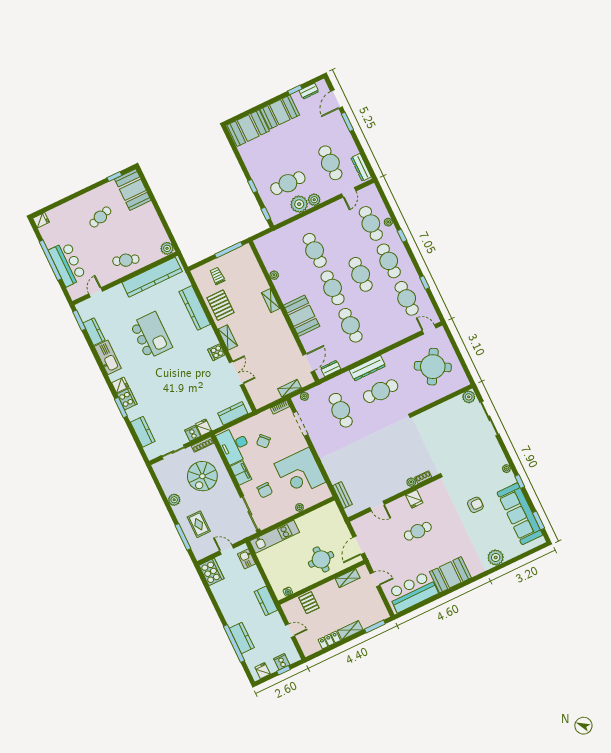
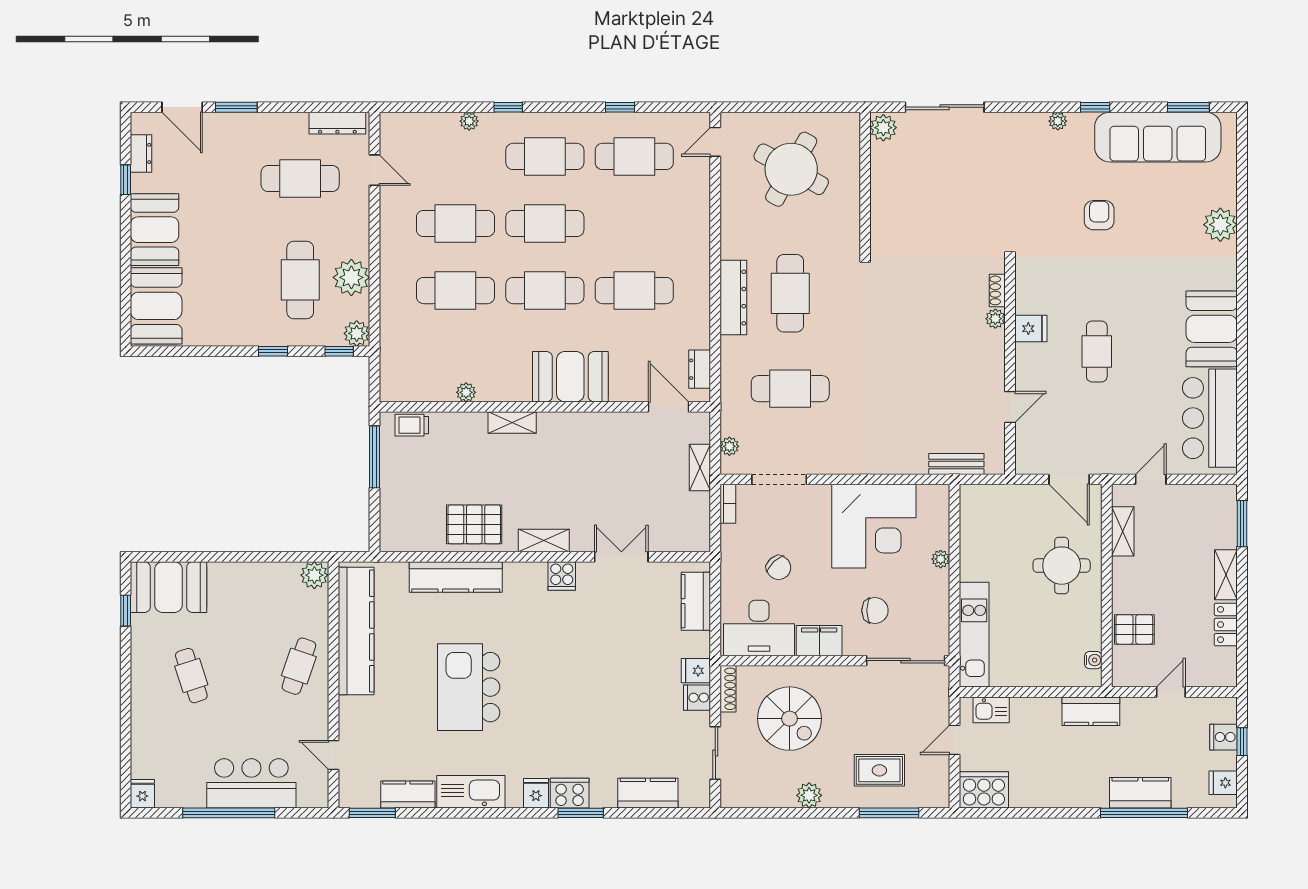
plant: (314, 200) -> (357, 333), moved
cafe table: (371, 223) -> (455, 223), moved
trolley: (217, 276) -> (412, 425), moved
kitchen island: (151, 335) -> (469, 687), turned -90

